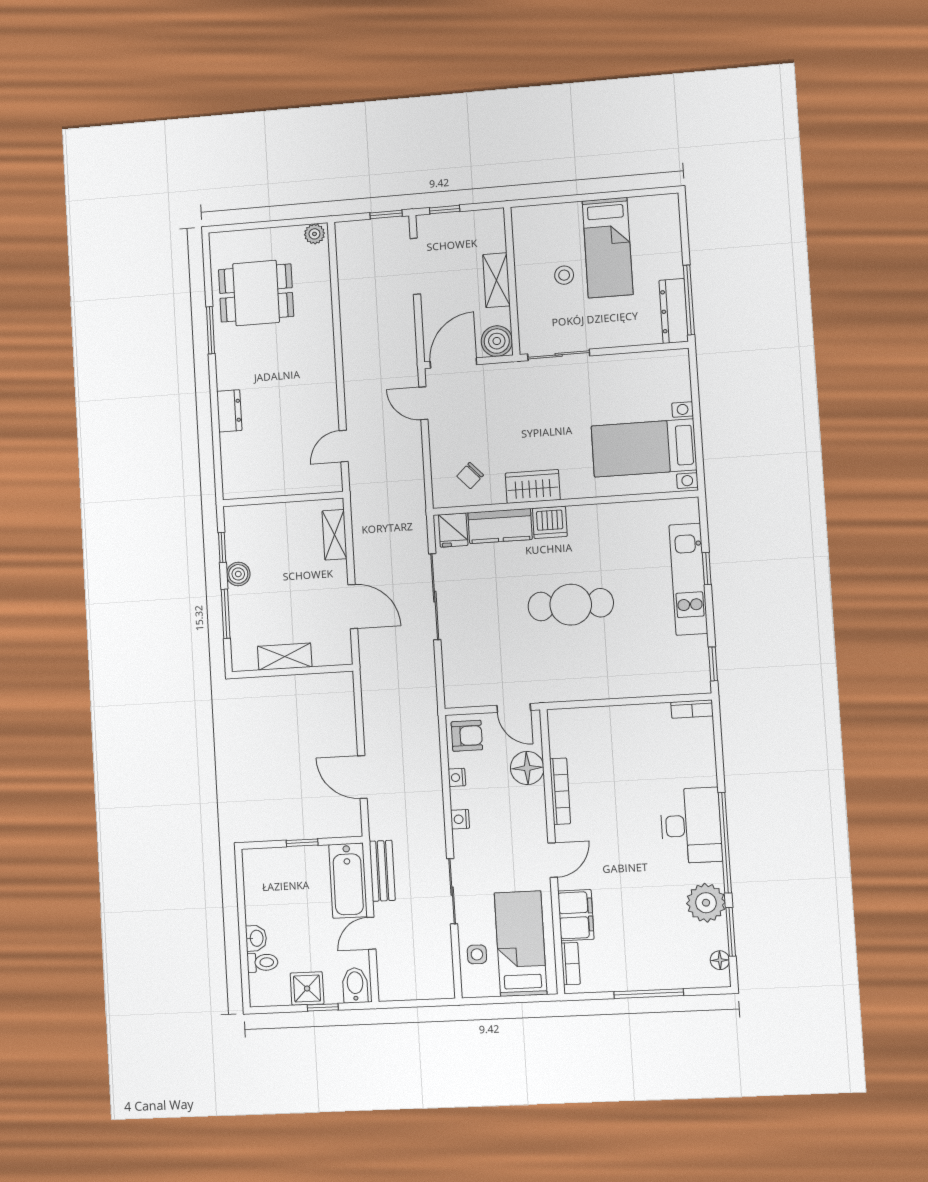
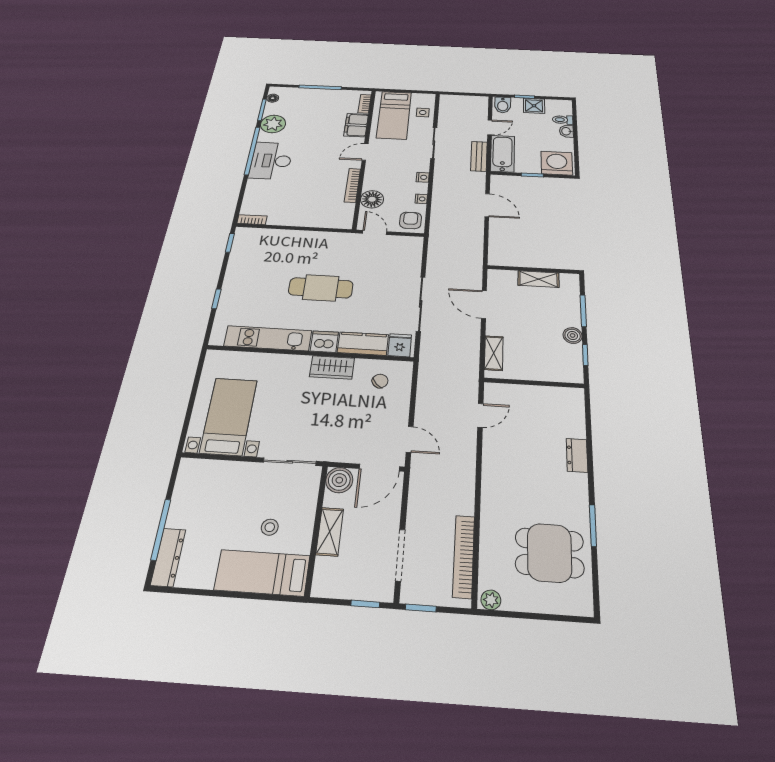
bed: (608, 248) -> (262, 573), moved, turned -90
bookcase: (347, 275) -> (464, 556), added
window: (689, 300) -> (161, 529), moved
dresser: (674, 311) -> (168, 557), moved
bed with nightstands: (644, 448) -> (229, 416), moved, turned -90
kitchen unit: (688, 579) -> (268, 338), moved, turned -90
armchair: (467, 736) -> (411, 220), turned 90
washing machine: (268, 870) -> (557, 163), added

